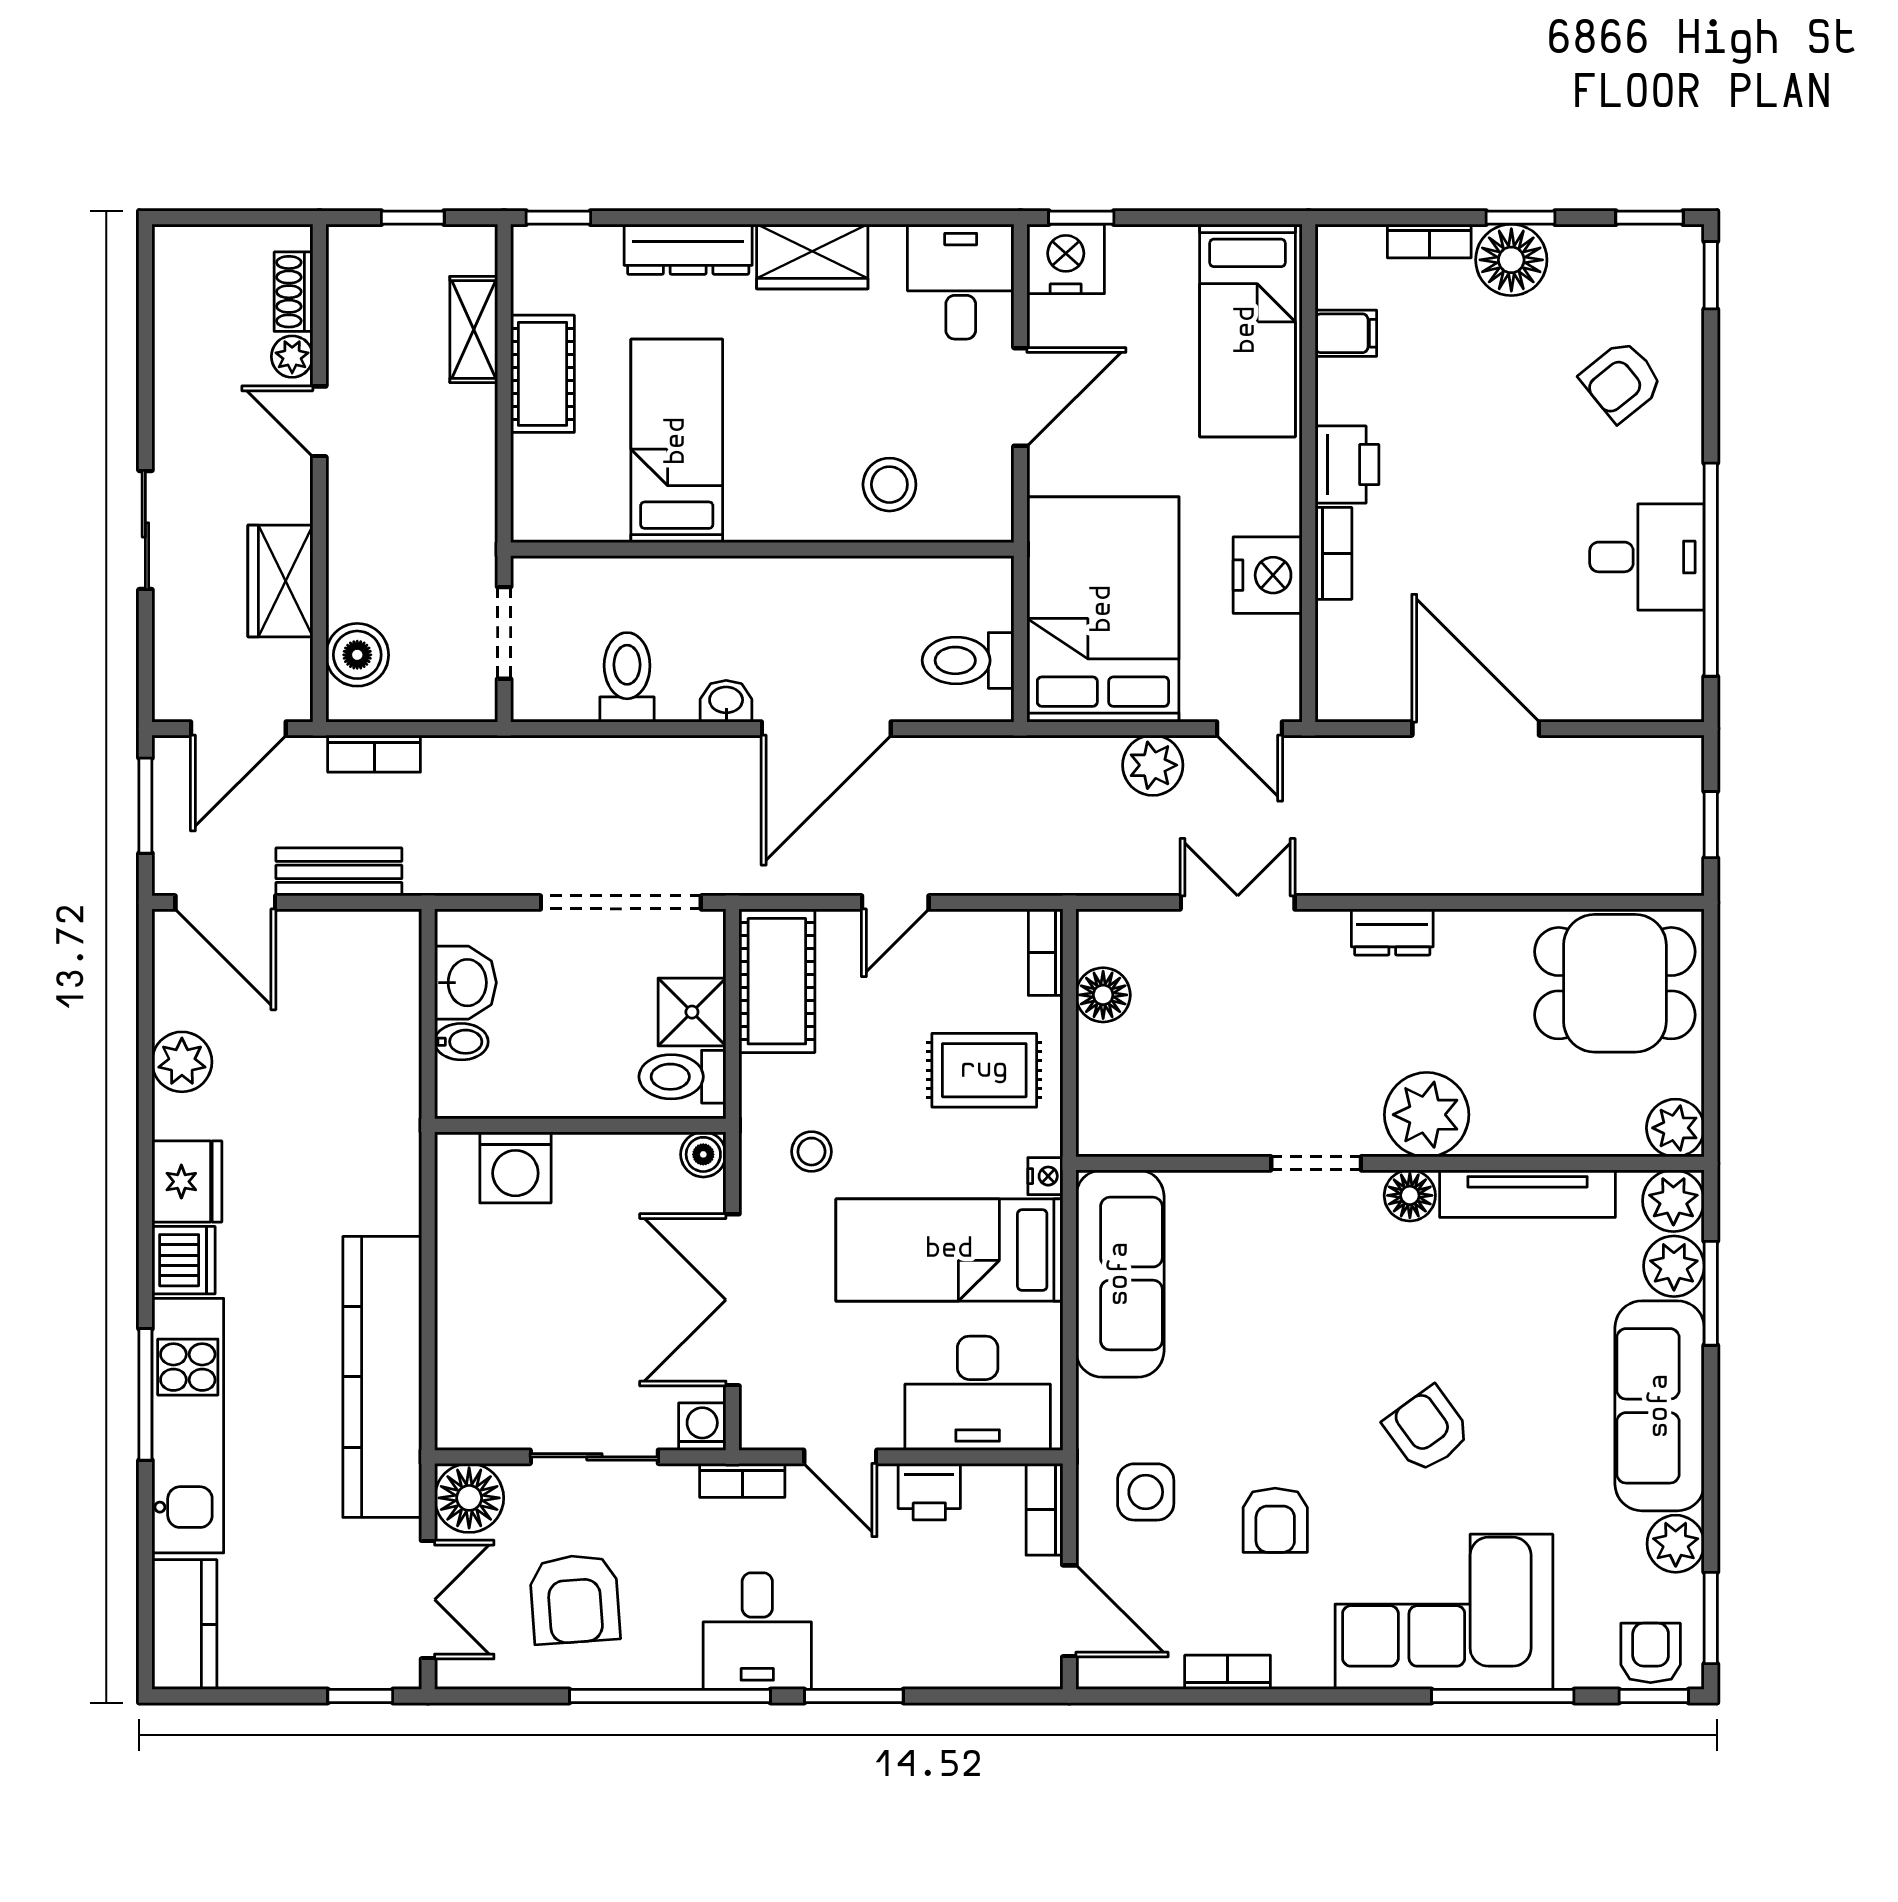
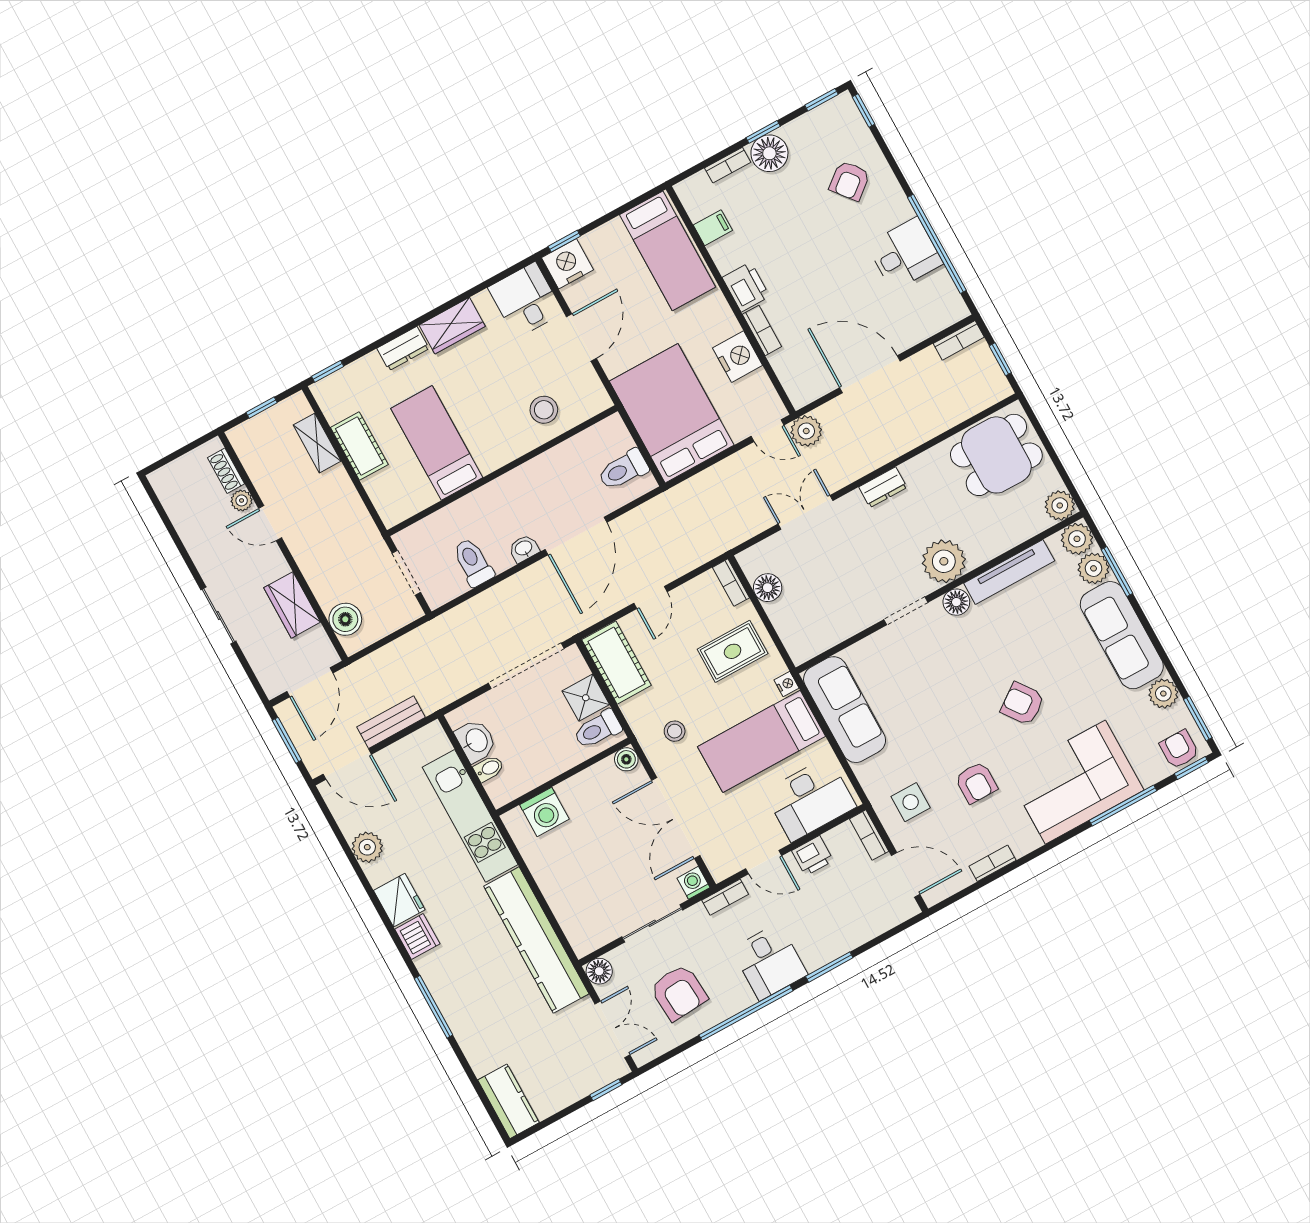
dresser: (688, 249) -> (403, 348), width x0.70
bookcase: (374, 754) -> (959, 340), moved
plant: (1153, 765) -> (806, 431), moved
kitchen unit: (188, 1426) -> (470, 816), moved, turned 180
floor lamp: (469, 1498) -> (599, 971), width x0.73, depth x0.73

